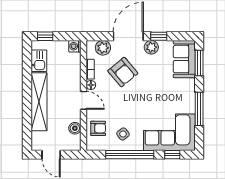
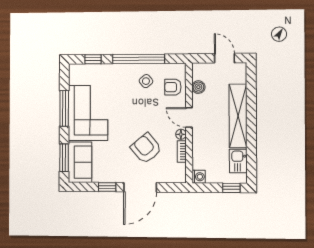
plant: (151, 47) -> (115, 175), removed
plant: (103, 48) -> (168, 175), removed
corner sofa: (169, 132) -> (88, 113), moved, turned -90

